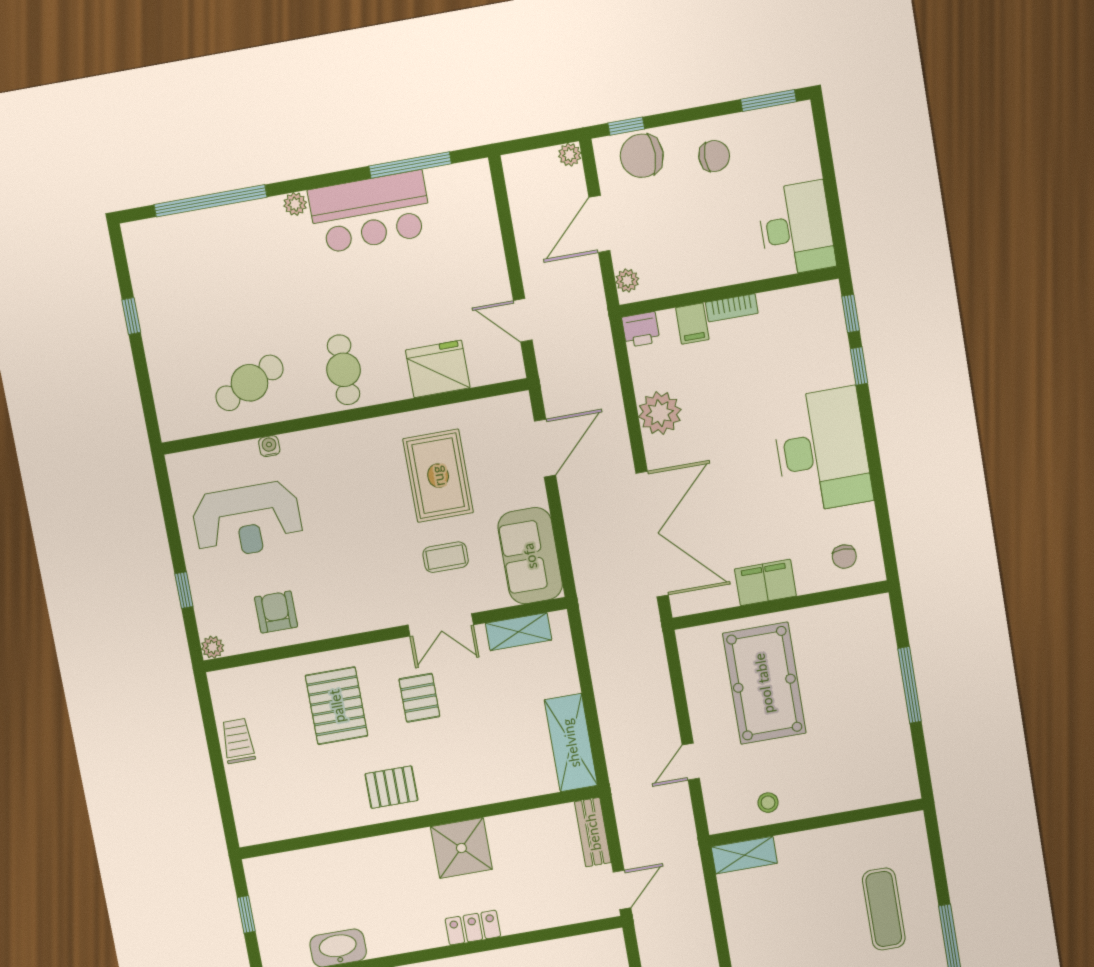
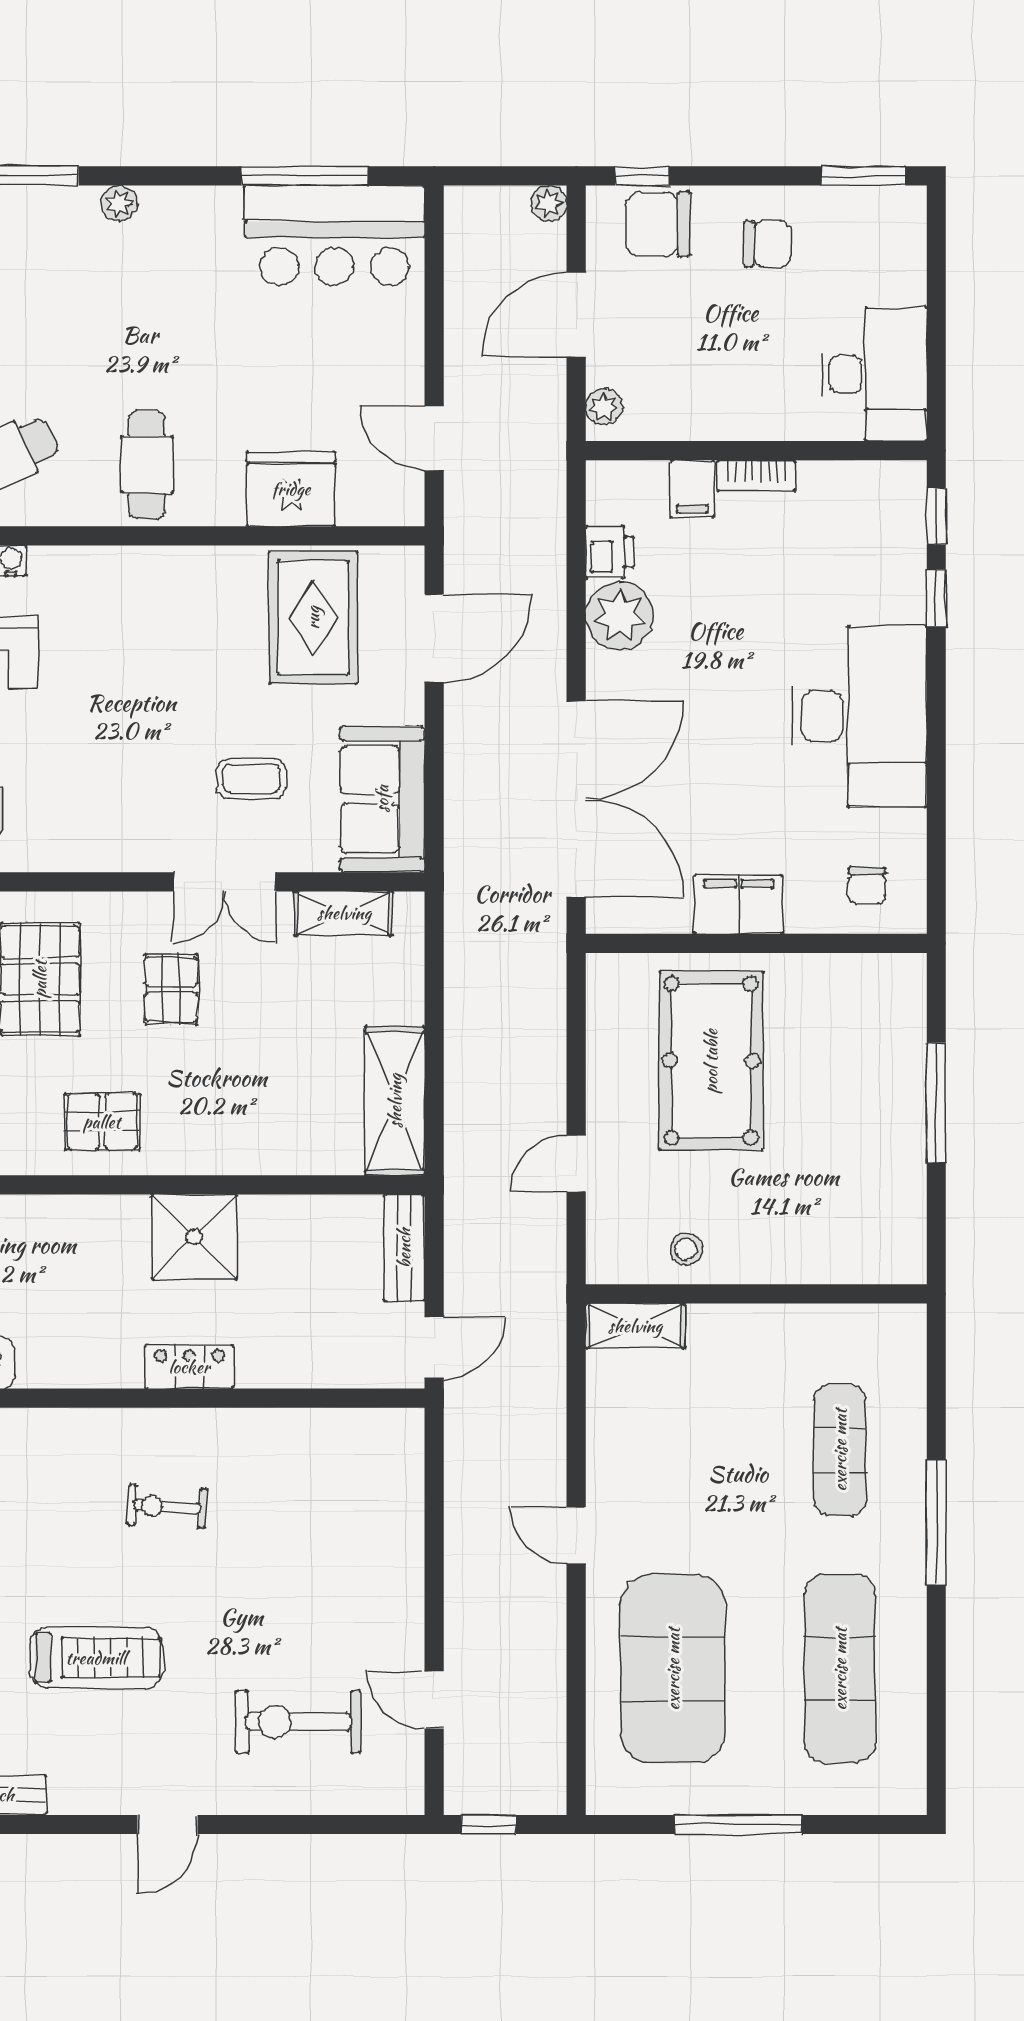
bar counter: (370, 212) -> (334, 235), moved
printer: (641, 330) -> (610, 552), moved, turned -90
rug: (438, 476) -> (313, 618), moved

